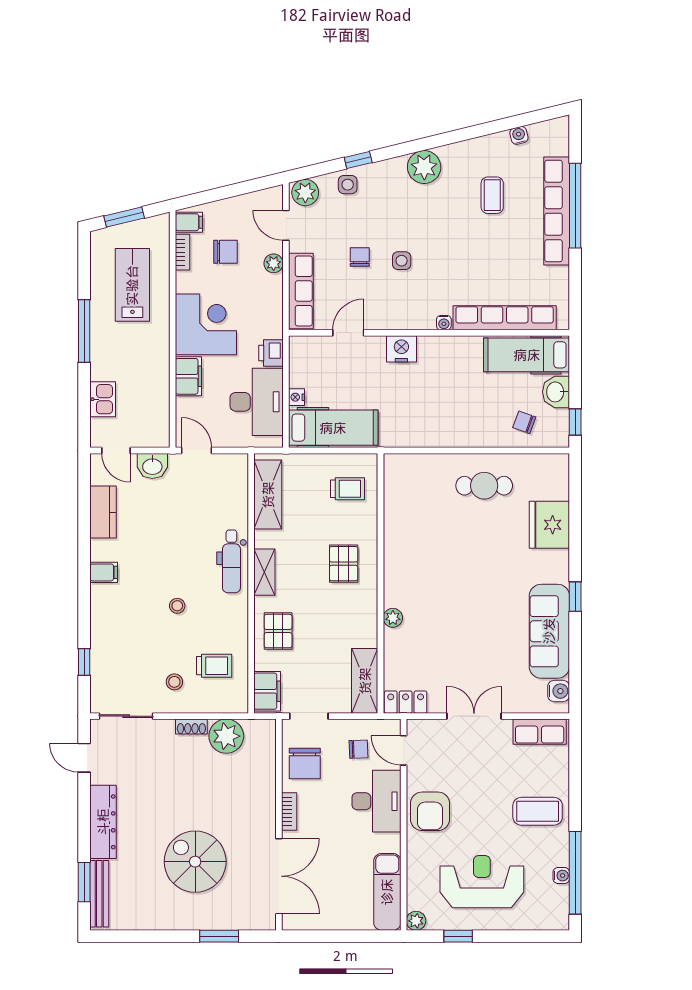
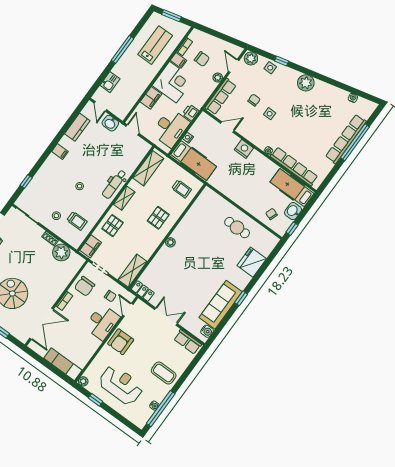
coffee table: (492, 195) -> (325, 114), removed
filing cabinet: (189, 222) -> (178, 60), moved
plant: (393, 618) -> (170, 242), moved
exam couch: (387, 892) -> (63, 364), moved, turned 90

